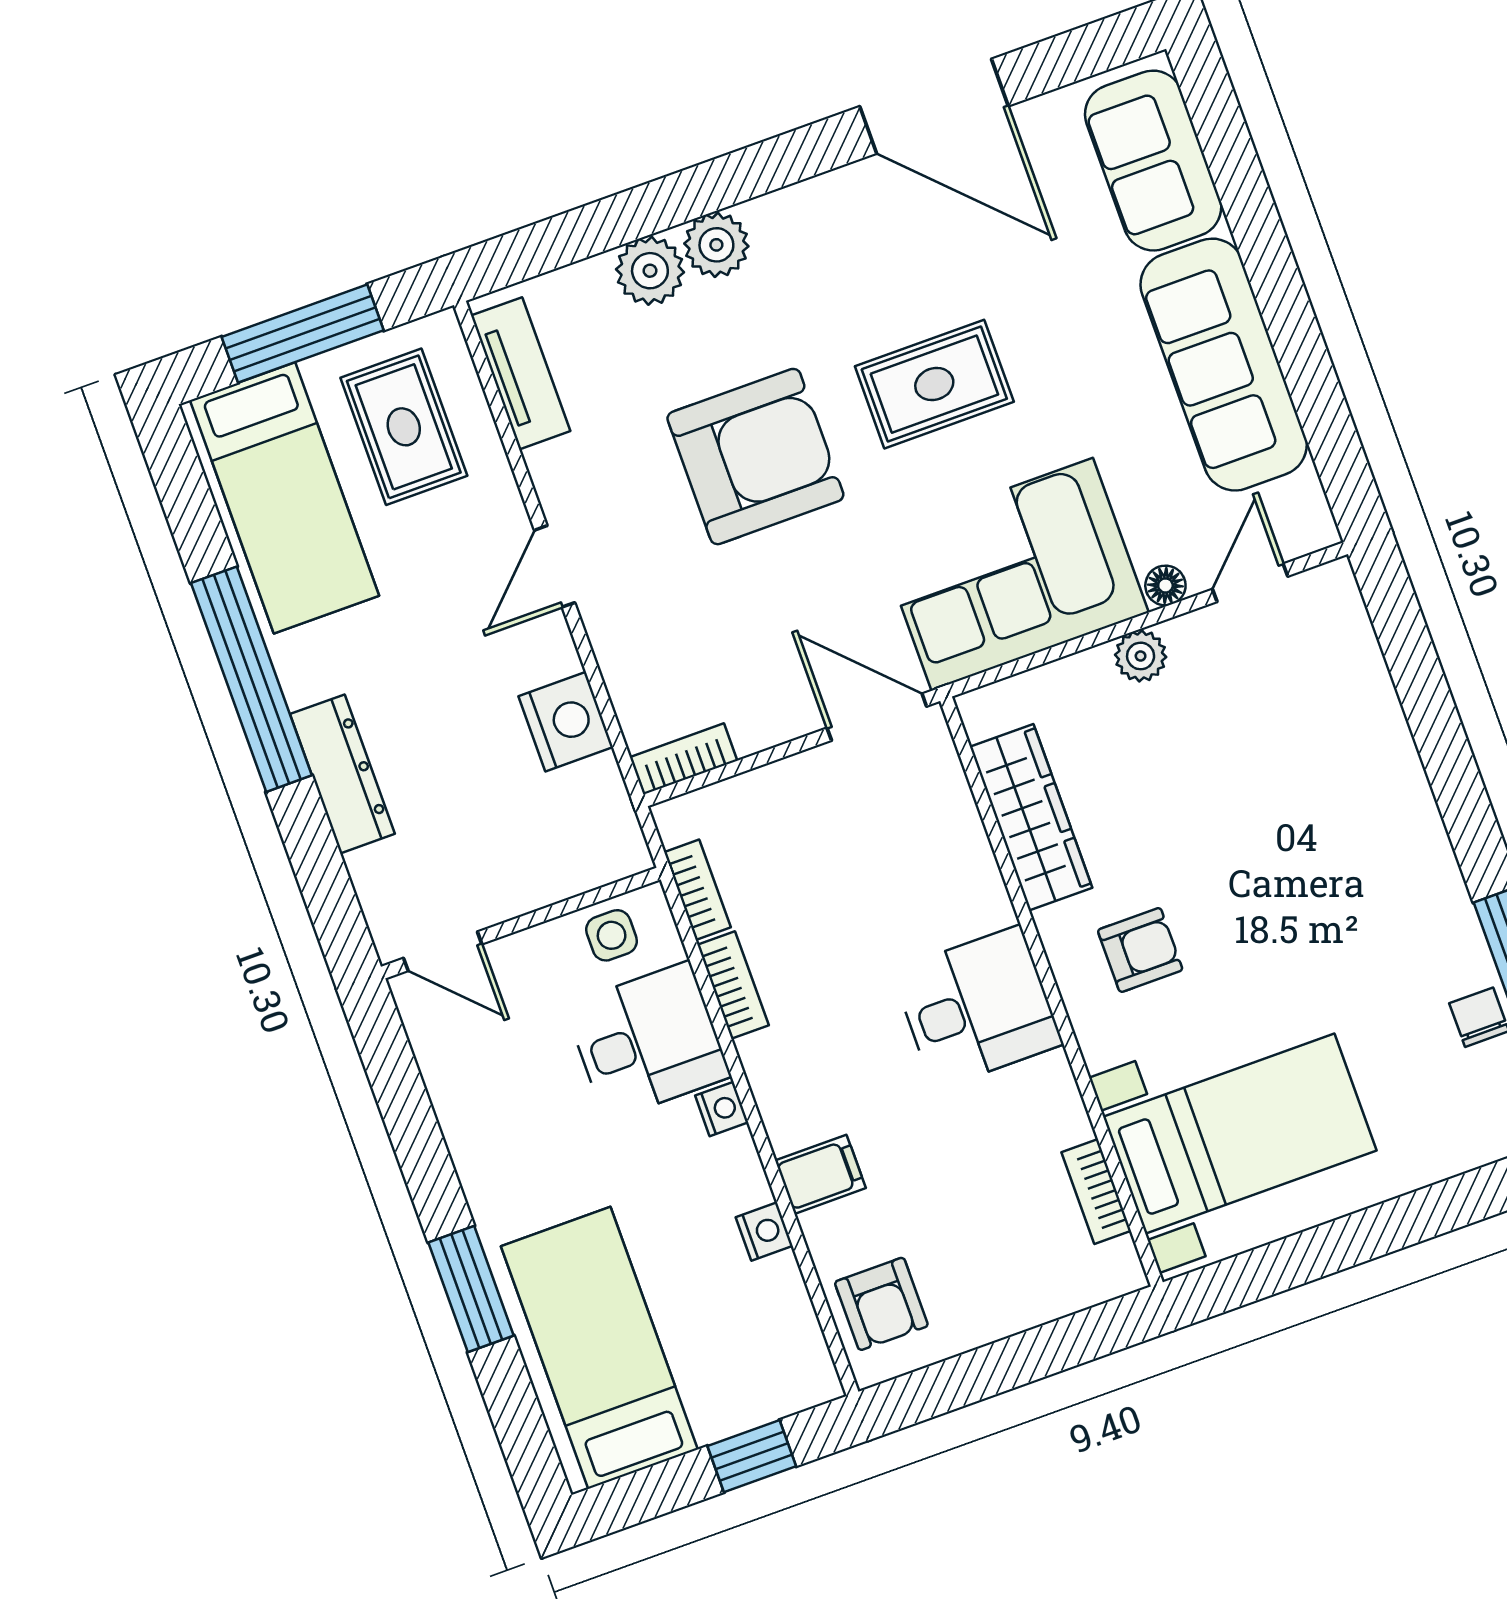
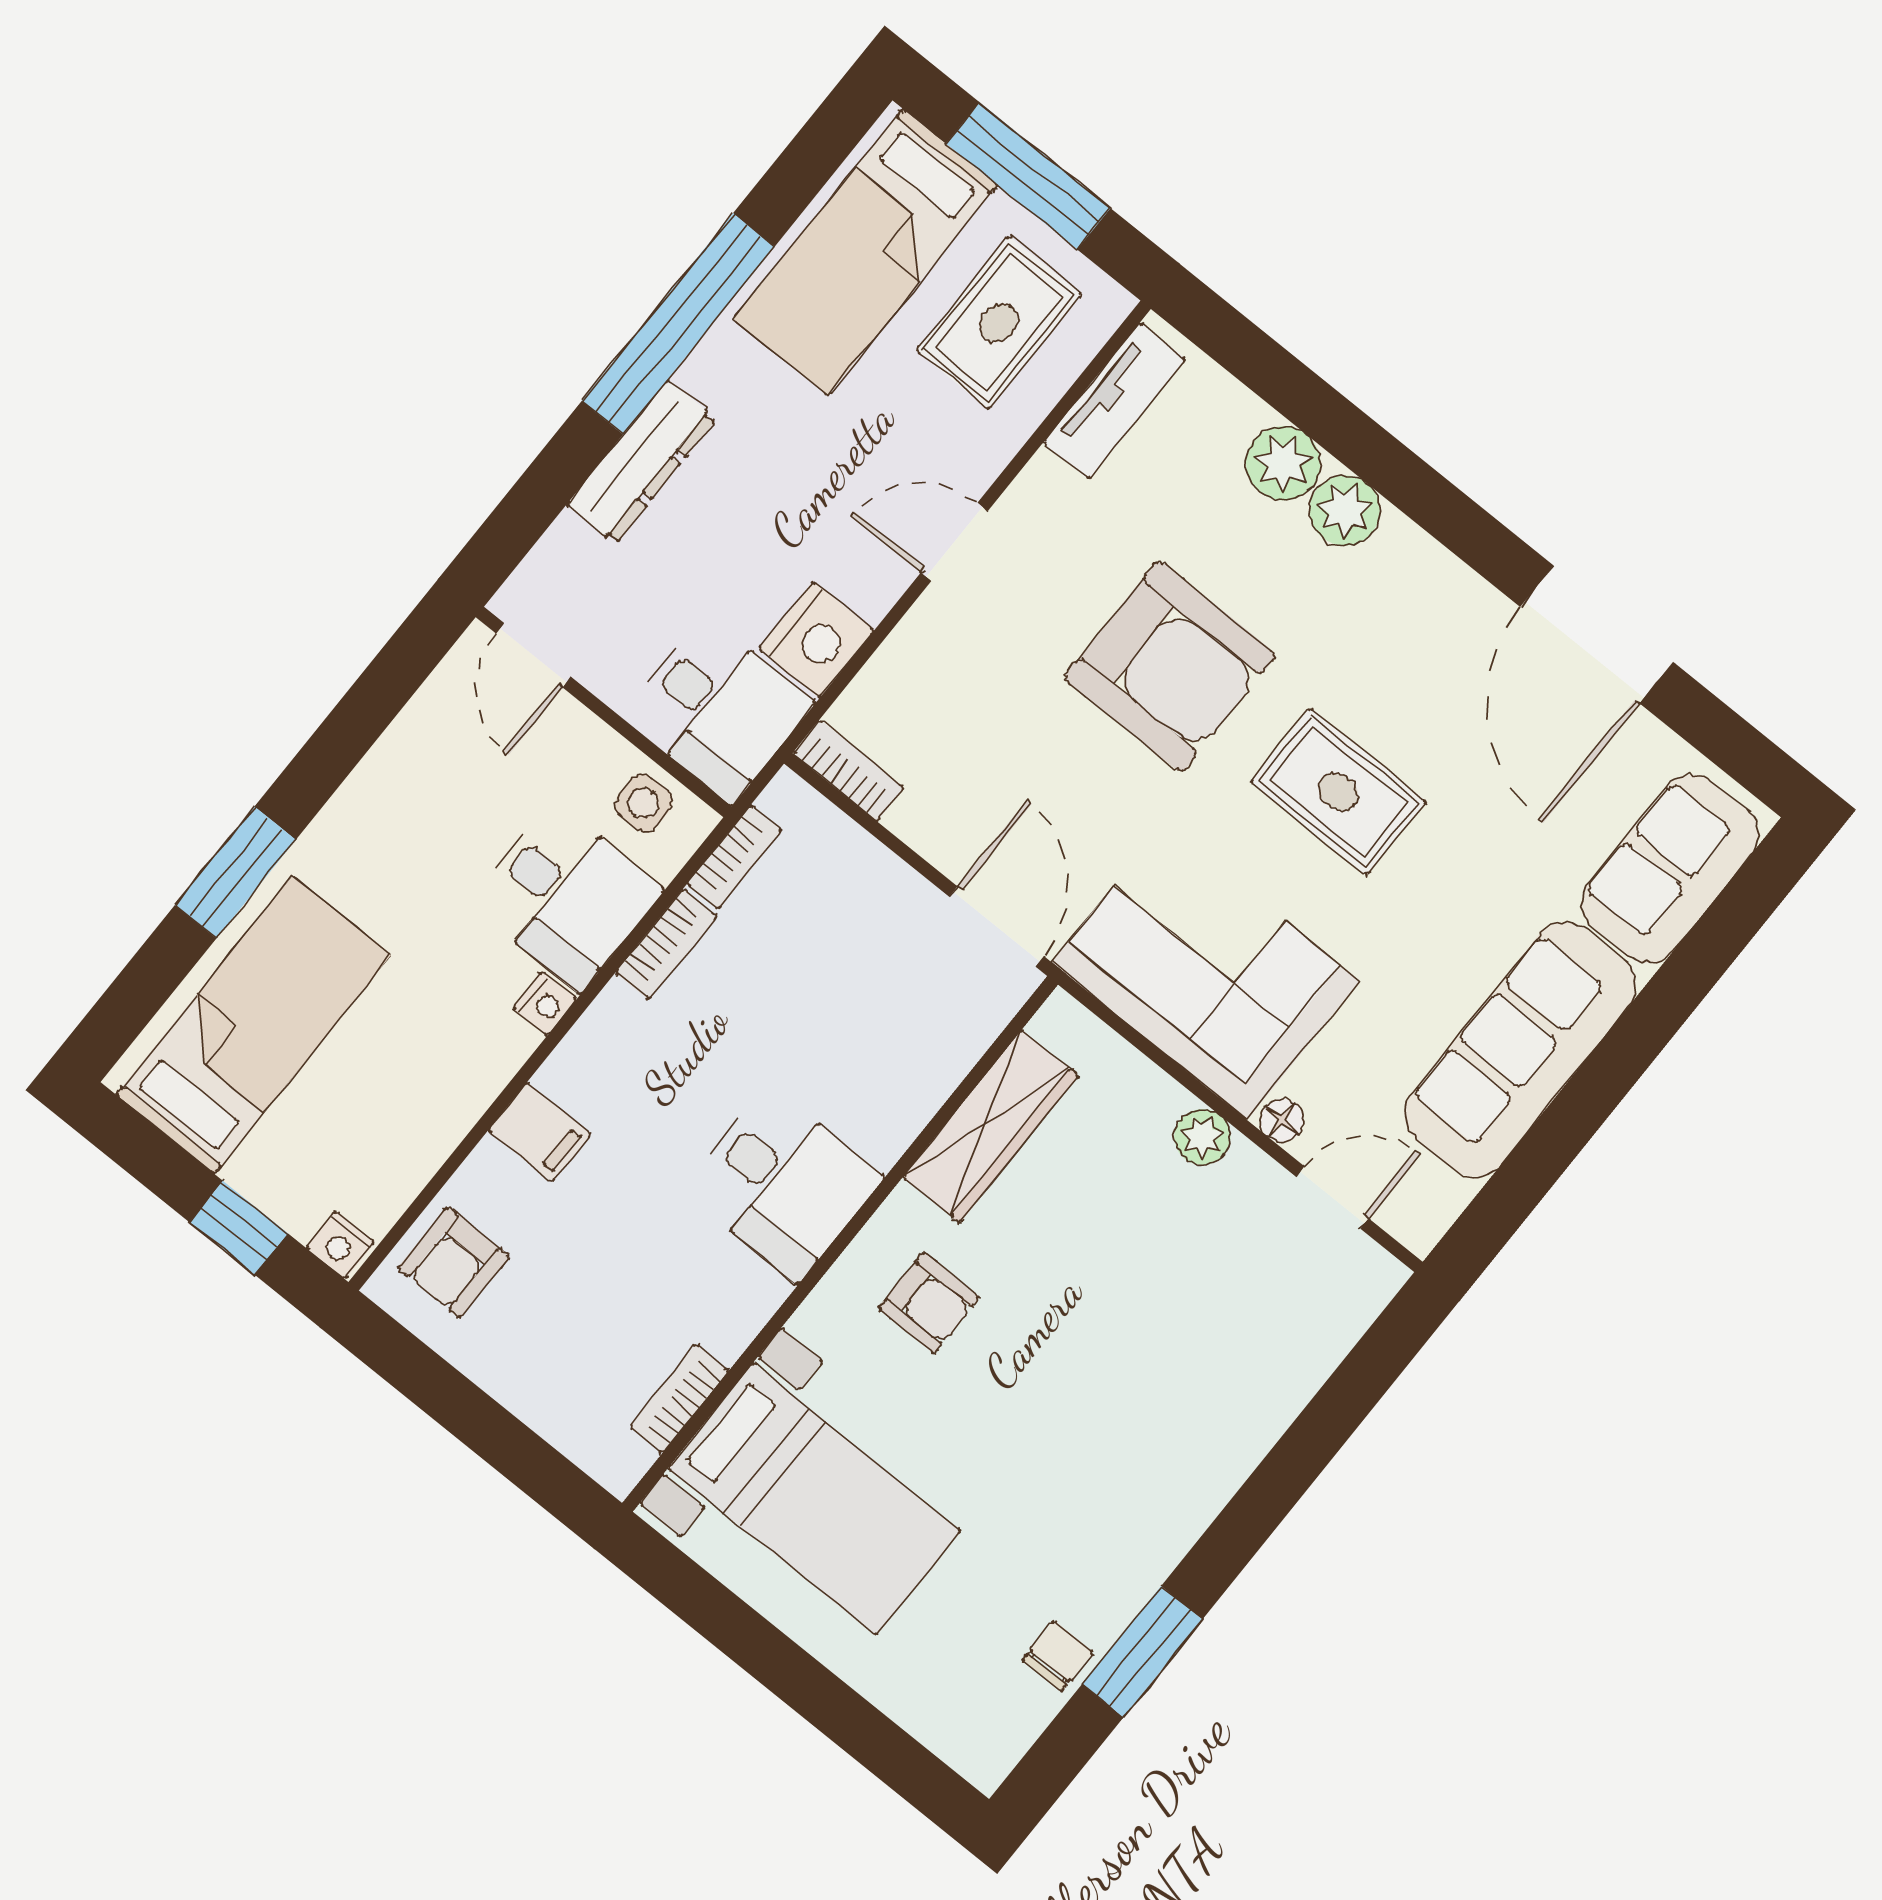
desk: (573, 832) -> (718, 709), added
nightstand: (764, 1232) -> (340, 1245), moved, turned 90

